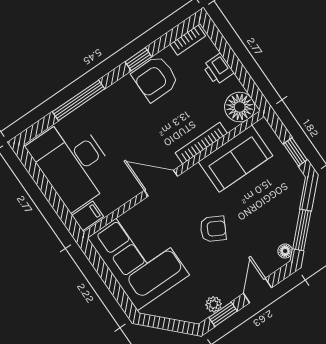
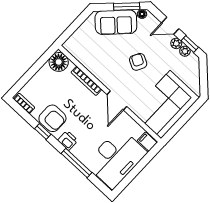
printer: (218, 69) -> (68, 140), moved, turned -90
window: (295, 152) -> (79, 21), removed
sofa: (235, 159) -> (116, 22), moved, turned 135
plant: (228, 294) -> (176, 43), added

